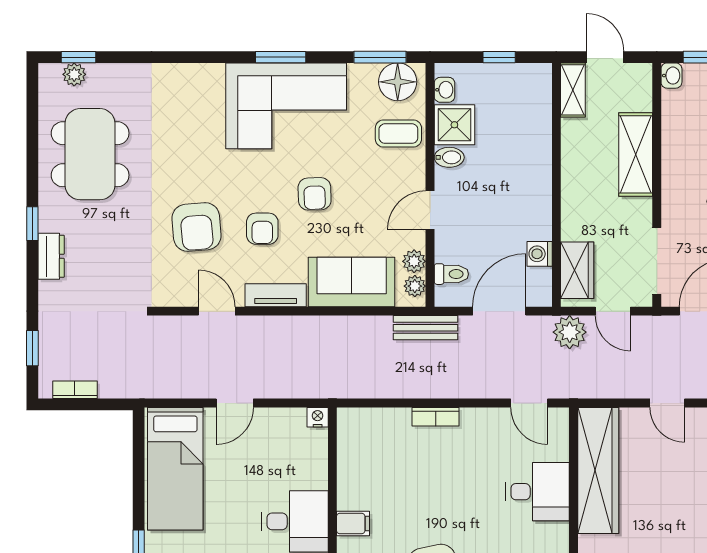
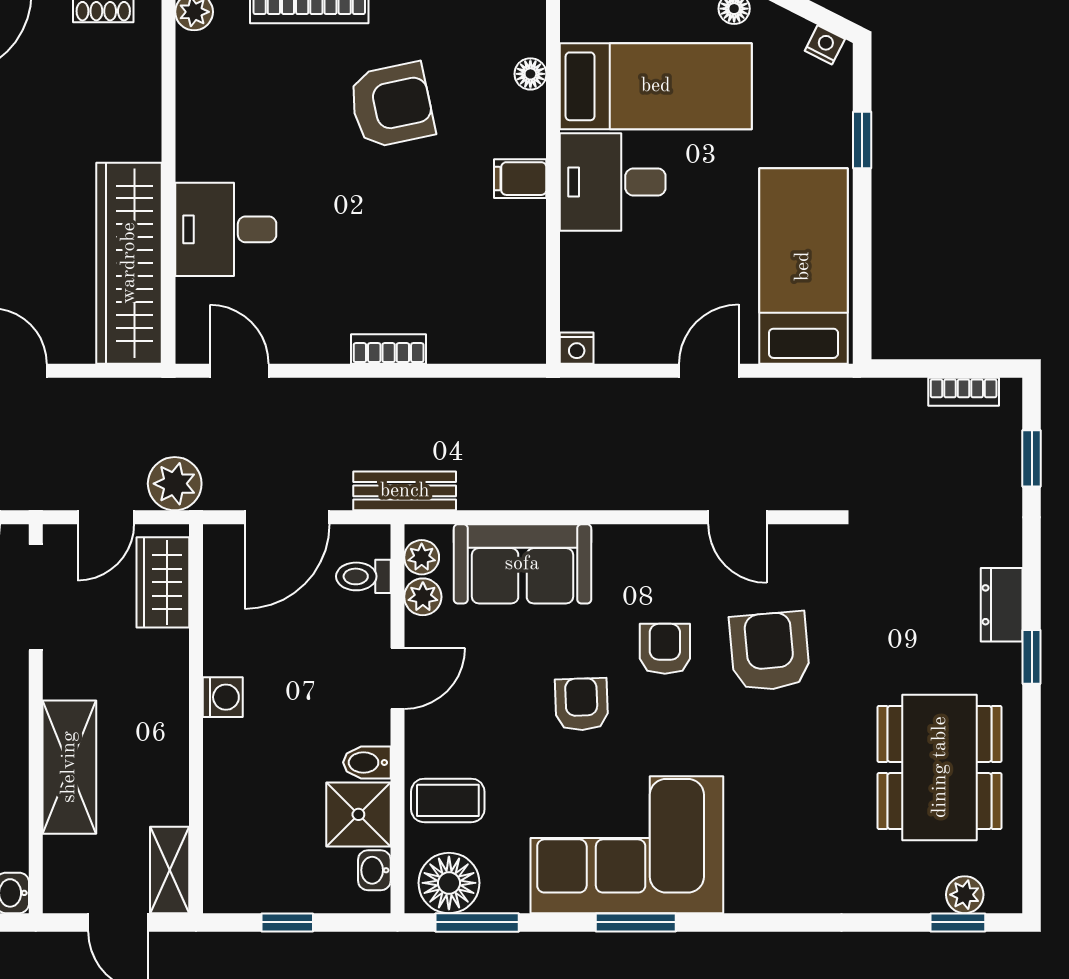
washing machine: (540, 254) -> (223, 697), moved
tv unit: (276, 295) -> (643, 543), removed
door: (613, 311) -> (106, 517), swing flipped

